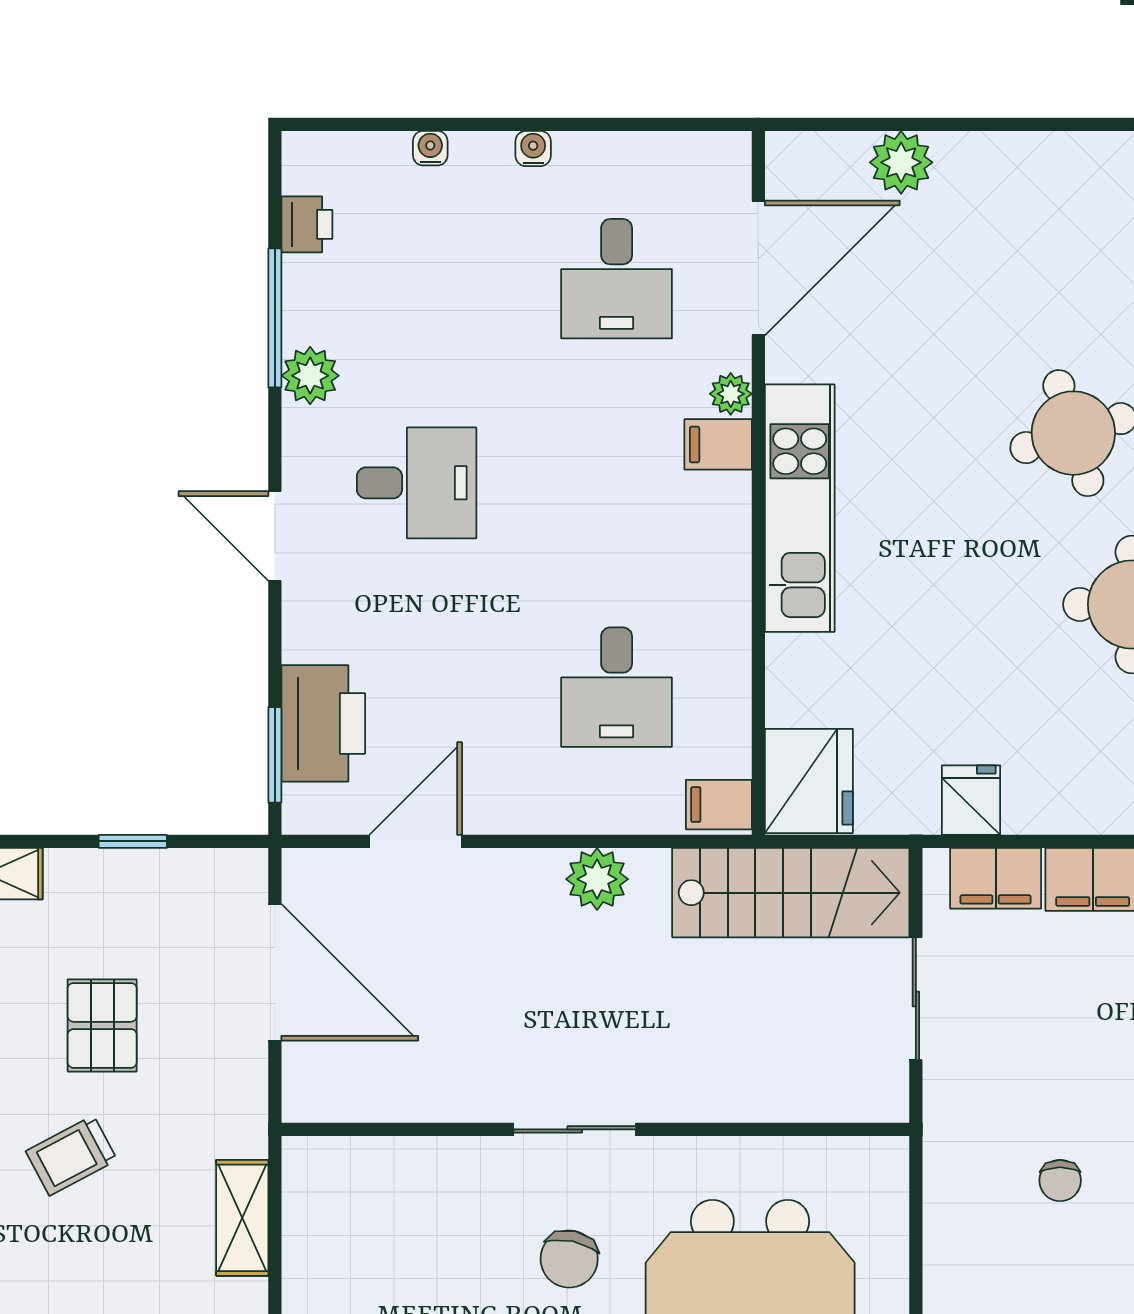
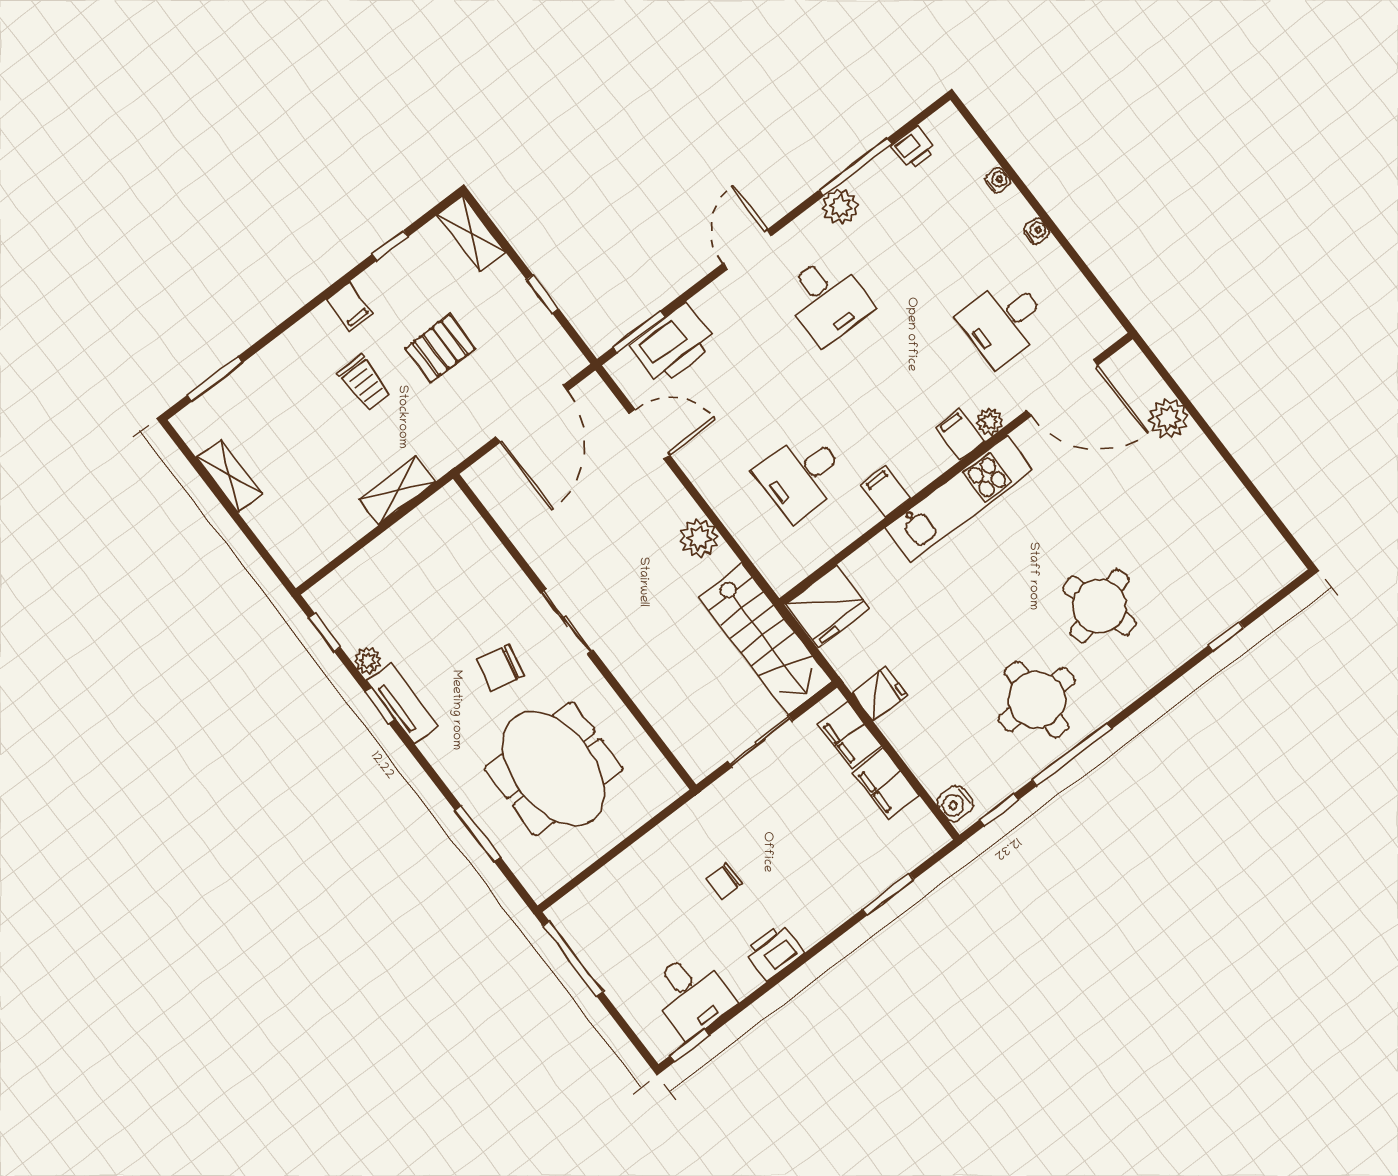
filing cabinet: (719, 805) -> (886, 491), moved
trolley: (71, 1156) -> (364, 382), turned -152

